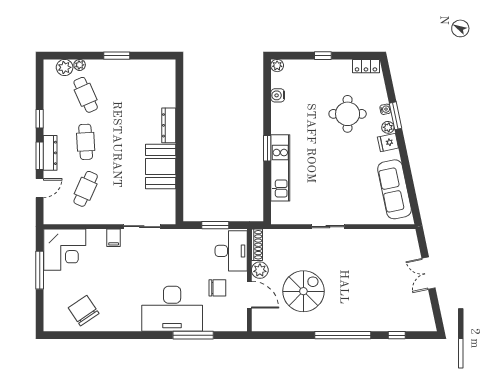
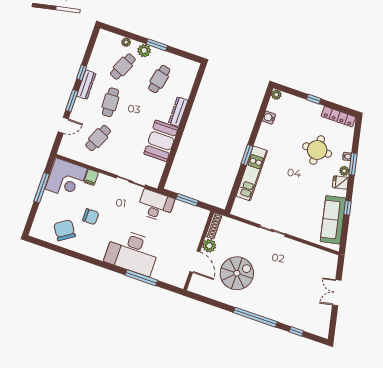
locker: (366, 66) -> (338, 117), width x1.53
plant: (65, 67) -> (144, 51), moved
cafe table: (86, 95) -> (123, 67), turned 48
cafe table: (133, 95) -> (159, 79), added
dresser: (50, 153) -> (86, 85), moved
window: (407, 170) -> (348, 208), added
filing cabinet: (114, 238) -> (91, 177), moved
desk: (231, 251) -> (156, 206), moved, turned -90
chair: (217, 288) -> (91, 217), moved

